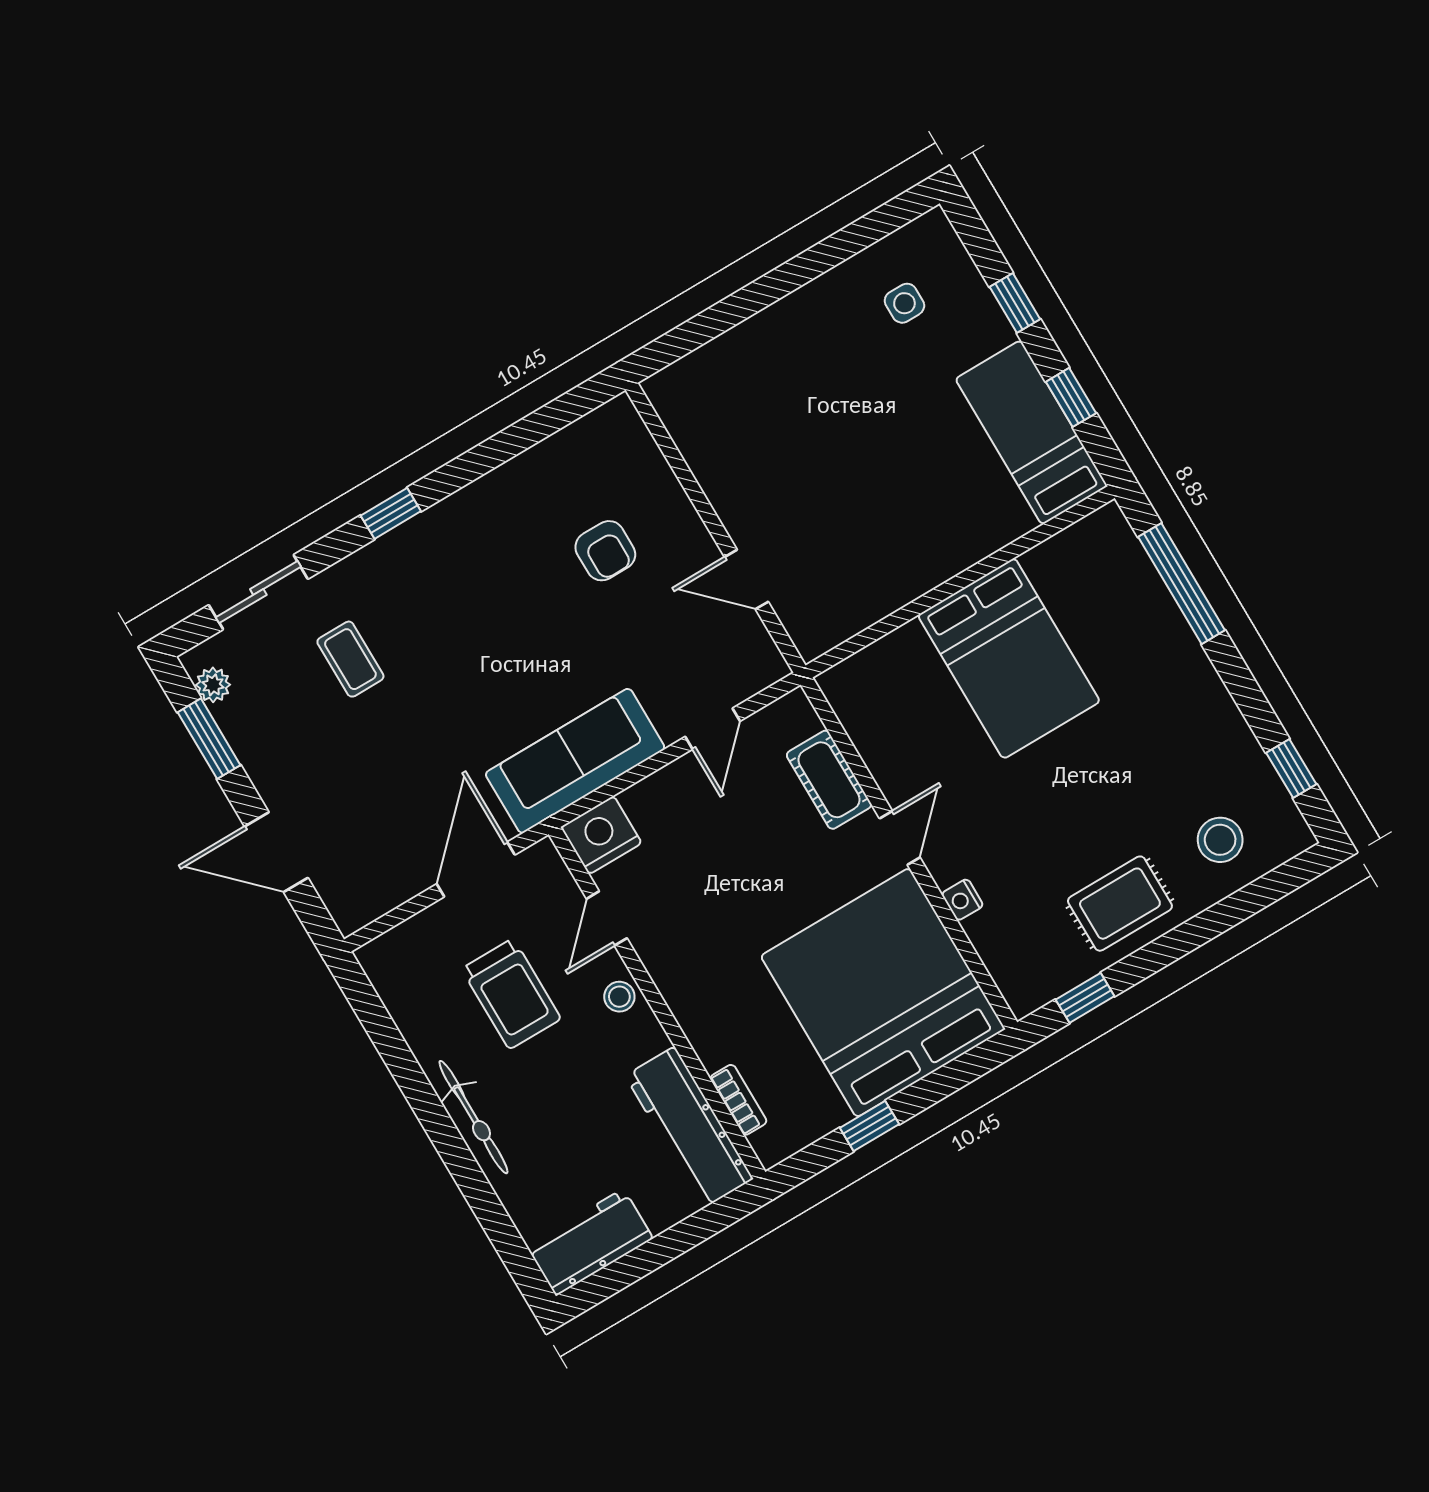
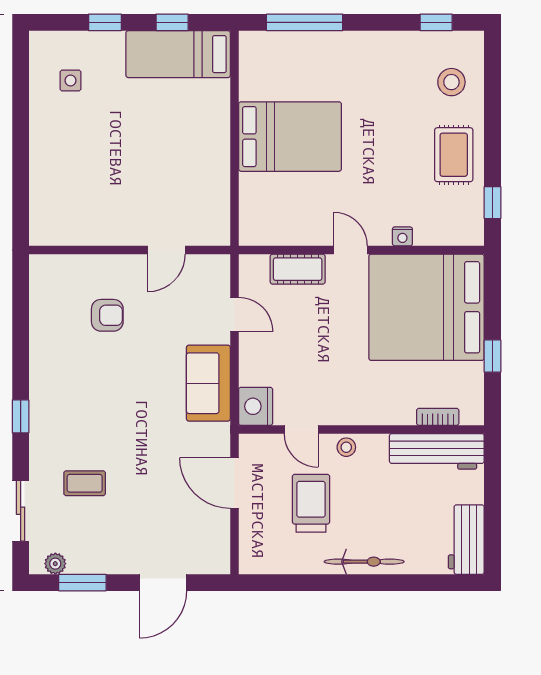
sofa: (575, 761) -> (208, 383), width x0.73
trolley: (511, 994) -> (311, 503), turned -90

